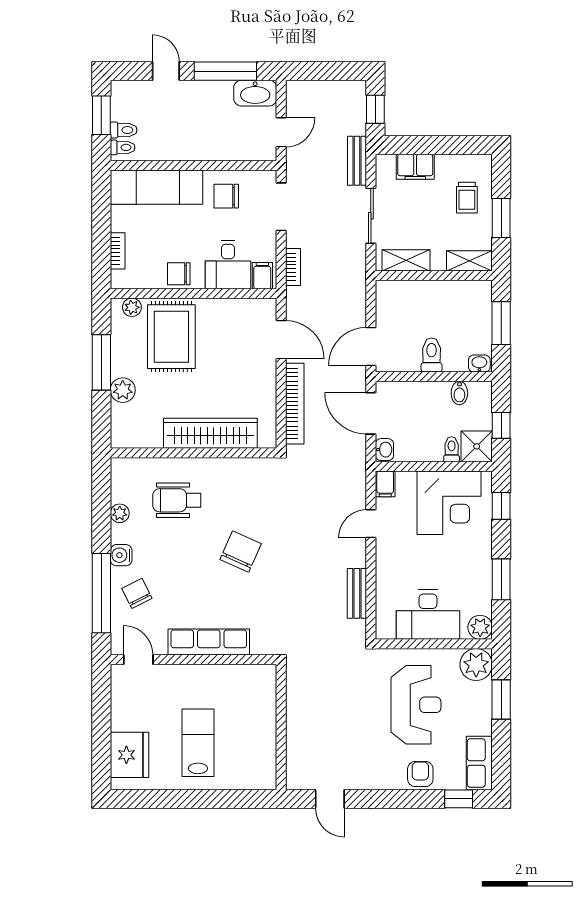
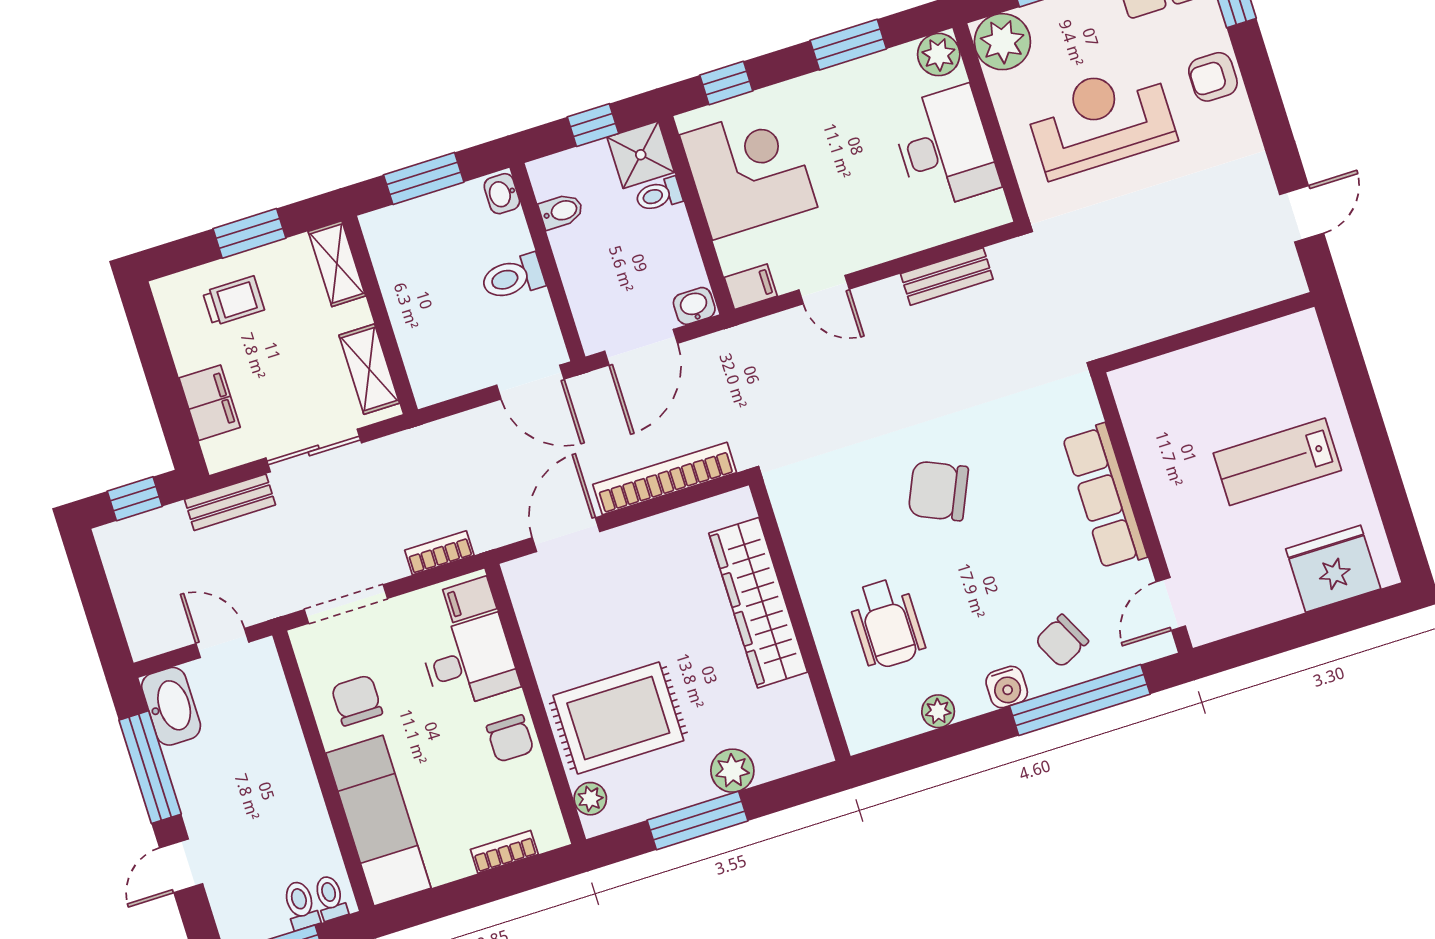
chair: (226, 196) -> (357, 700), turned 180

